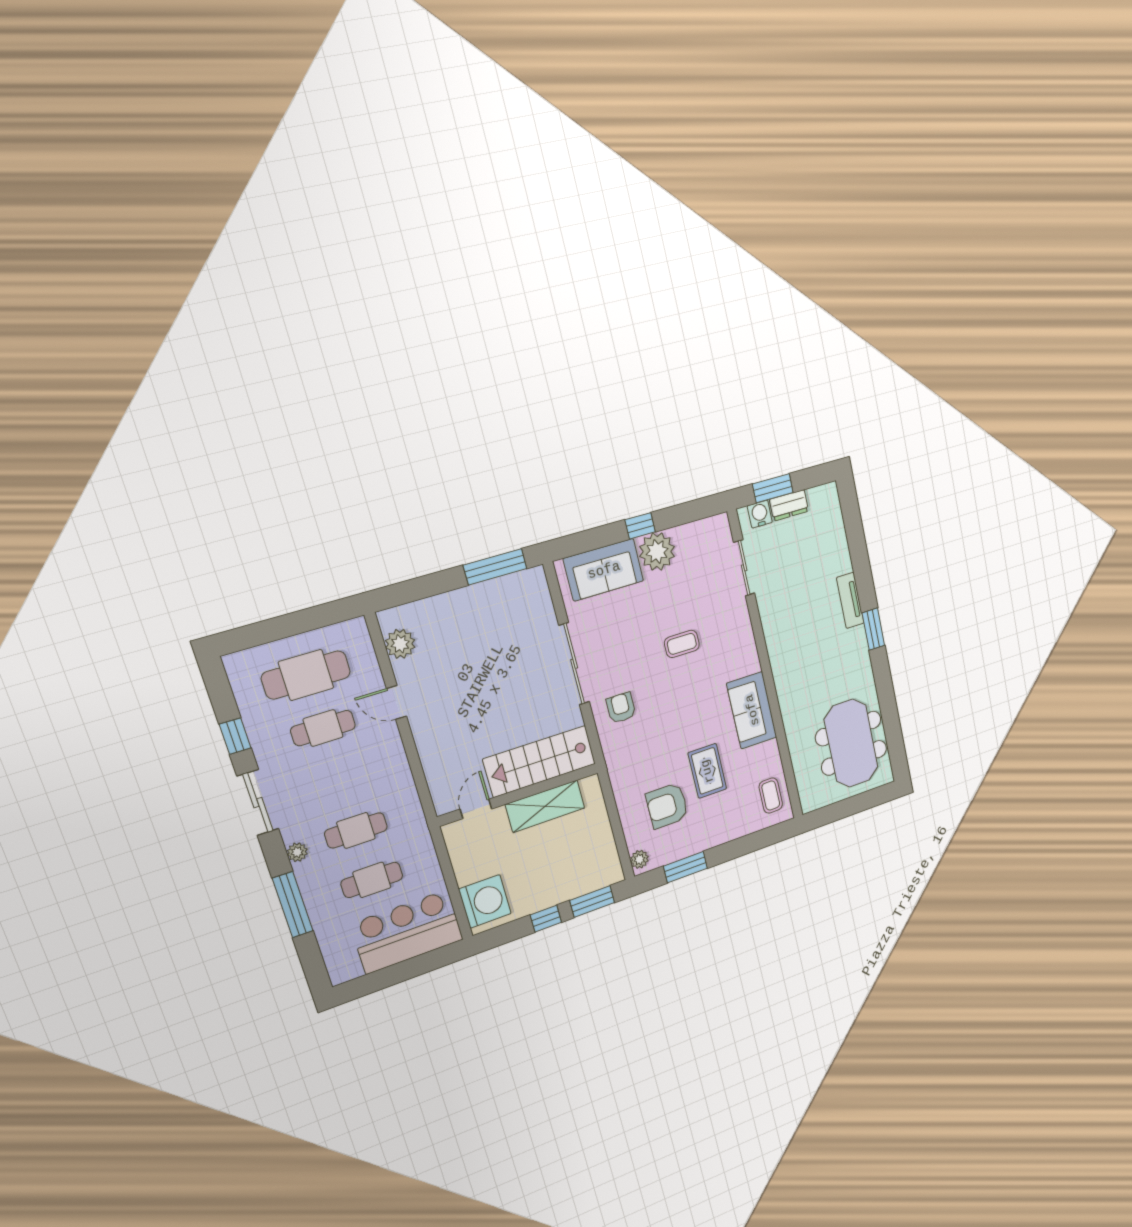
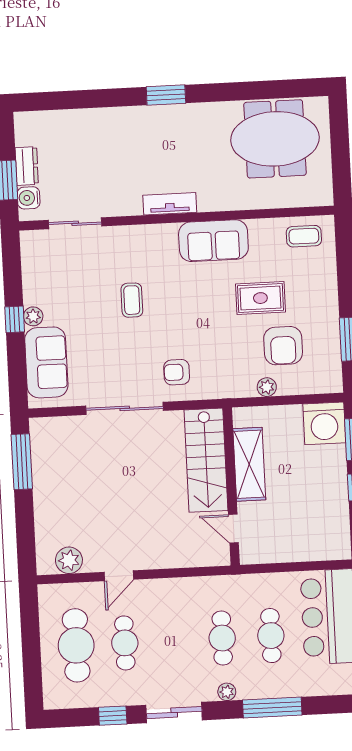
plant: (657, 552) -> (33, 316), width x0.53, depth x0.53
tv unit: (850, 600) -> (170, 204), moved, turned 180
plant: (639, 859) -> (267, 387), moved
washing machine: (485, 901) -> (324, 423), moved, turned 180

